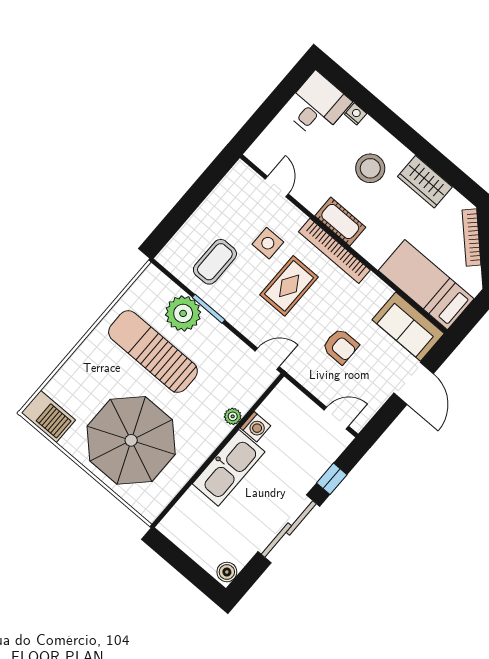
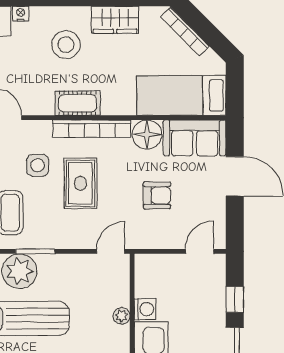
floor lamp: (373, 292) -> (147, 135), added

